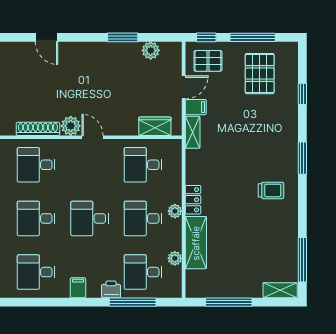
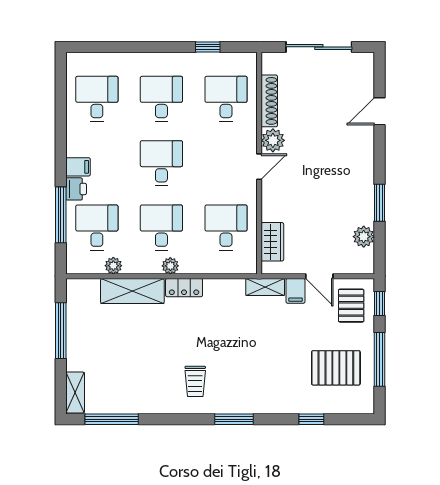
filing cabinet: (78, 288) -> (78, 167), moved

